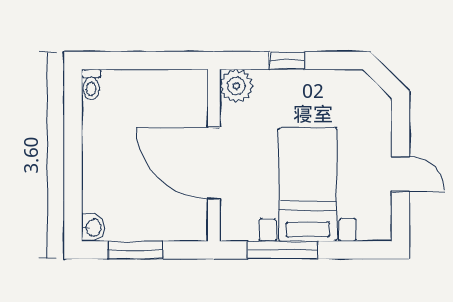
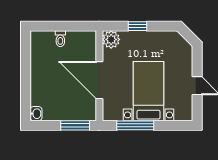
toilet: (91, 84) -> (60, 39), moved
window: (135, 250) -> (75, 125), moved

